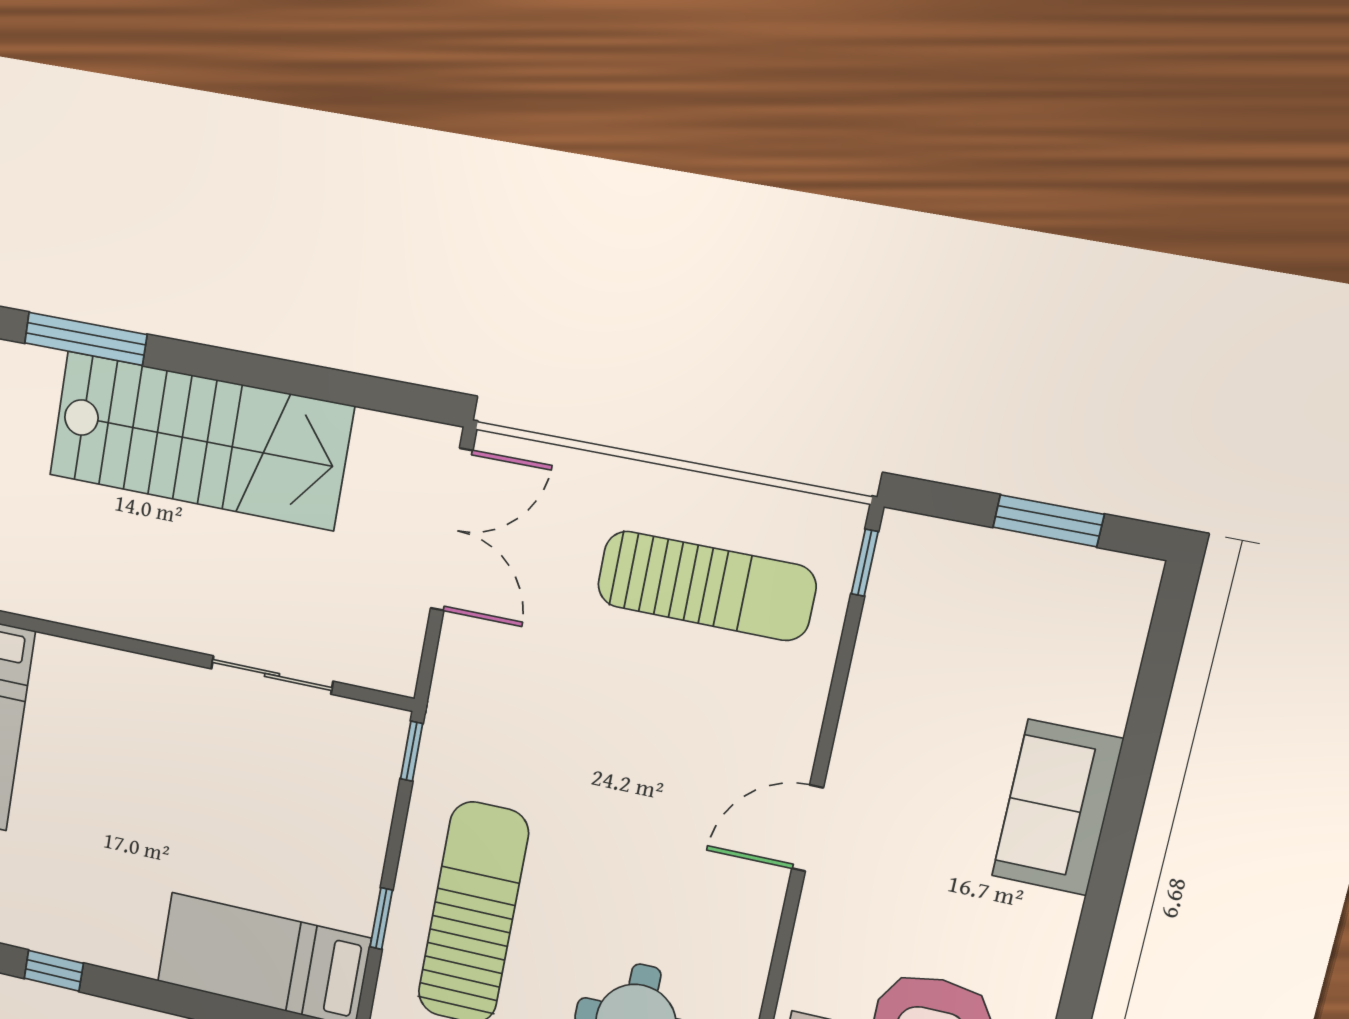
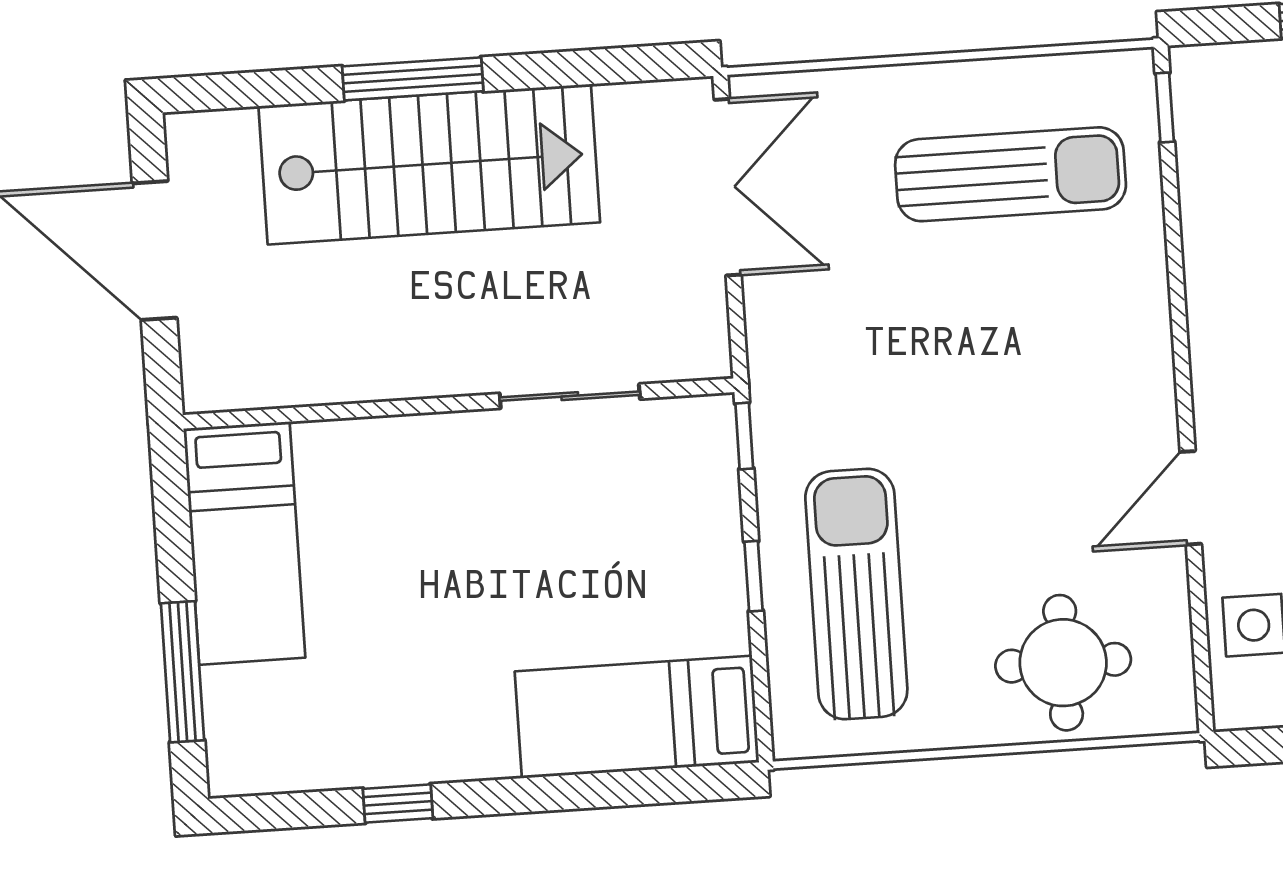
window: (86, 339) -> (413, 79), moved
door: (808, 828) -> (1191, 498), moved
window: (381, 919) -> (754, 576), moved

